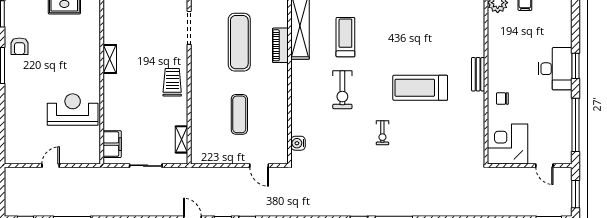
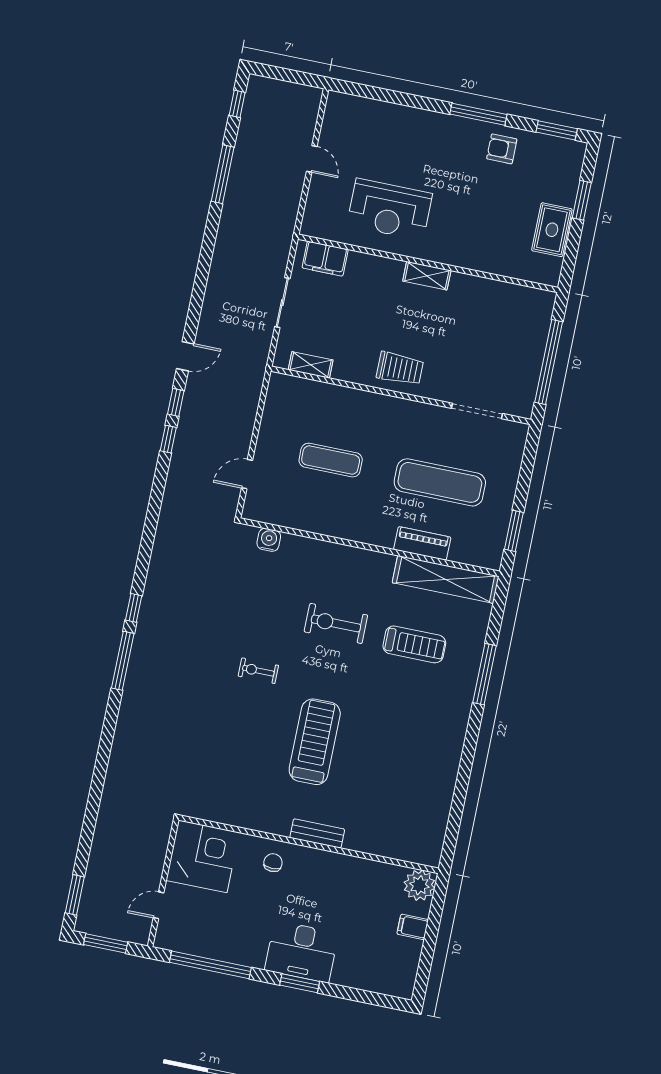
shelving: (110, 59) -> (427, 276), moved
reception desk: (73, 110) -> (390, 209), turned 90

